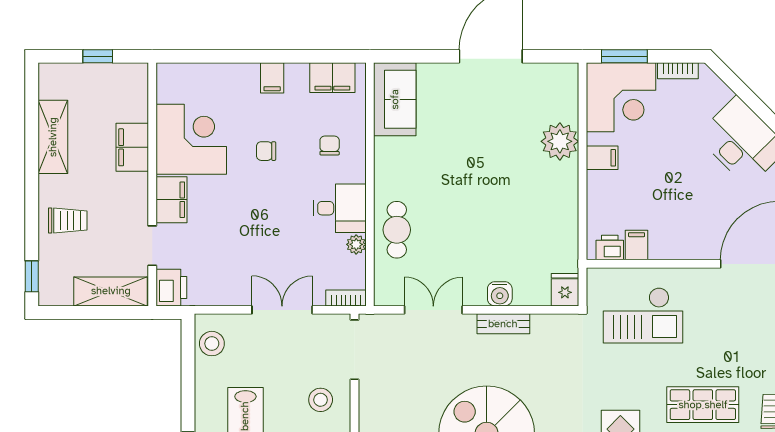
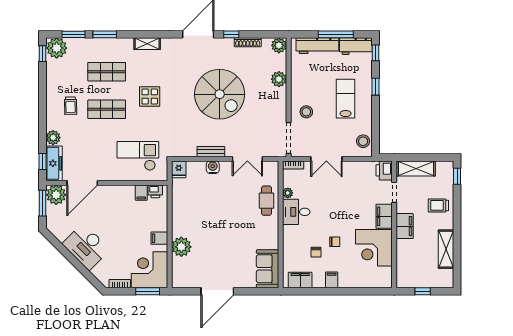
chair: (330, 146) -> (316, 252), moved
filing cabinet: (132, 147) -> (405, 226), moved

